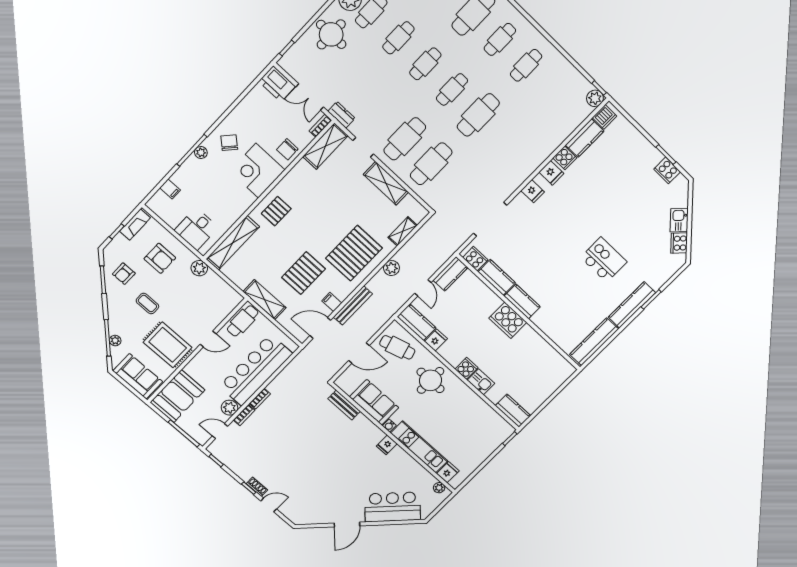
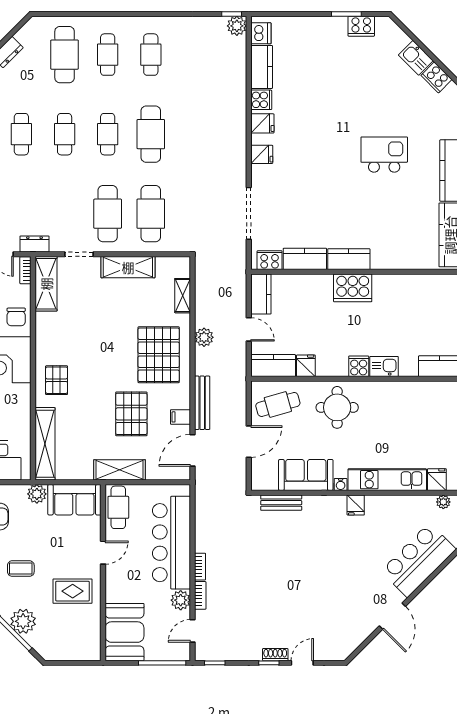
plant: (115, 341) -> (23, 621), width x1.88, depth x1.88
rug: (168, 345) -> (73, 591), width x0.73, depth x0.70
sofa: (138, 376) -> (74, 500), moved, turned 180

